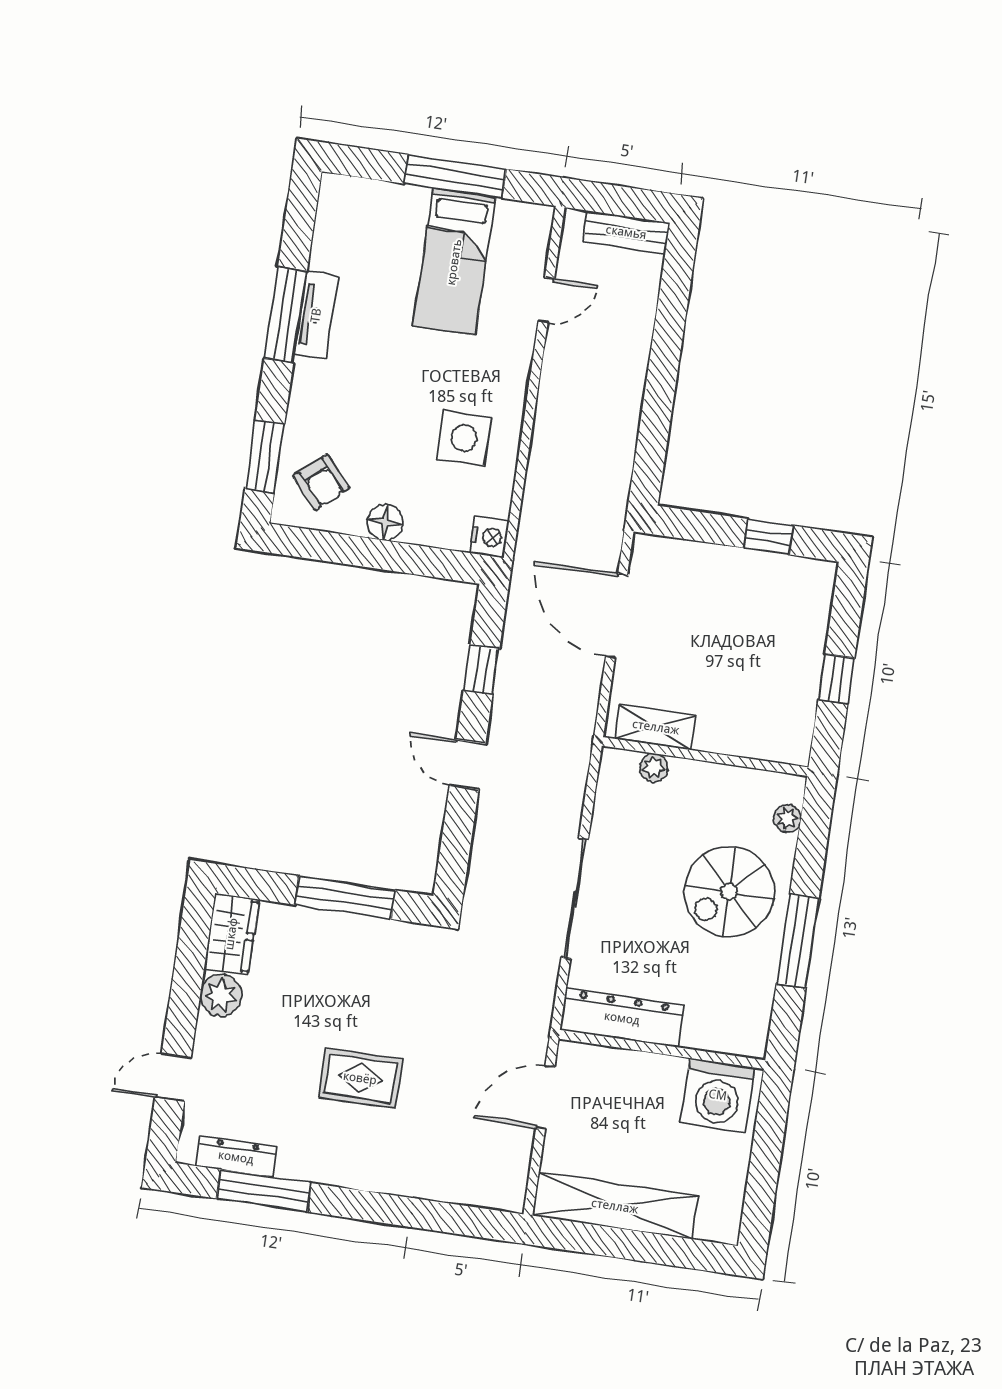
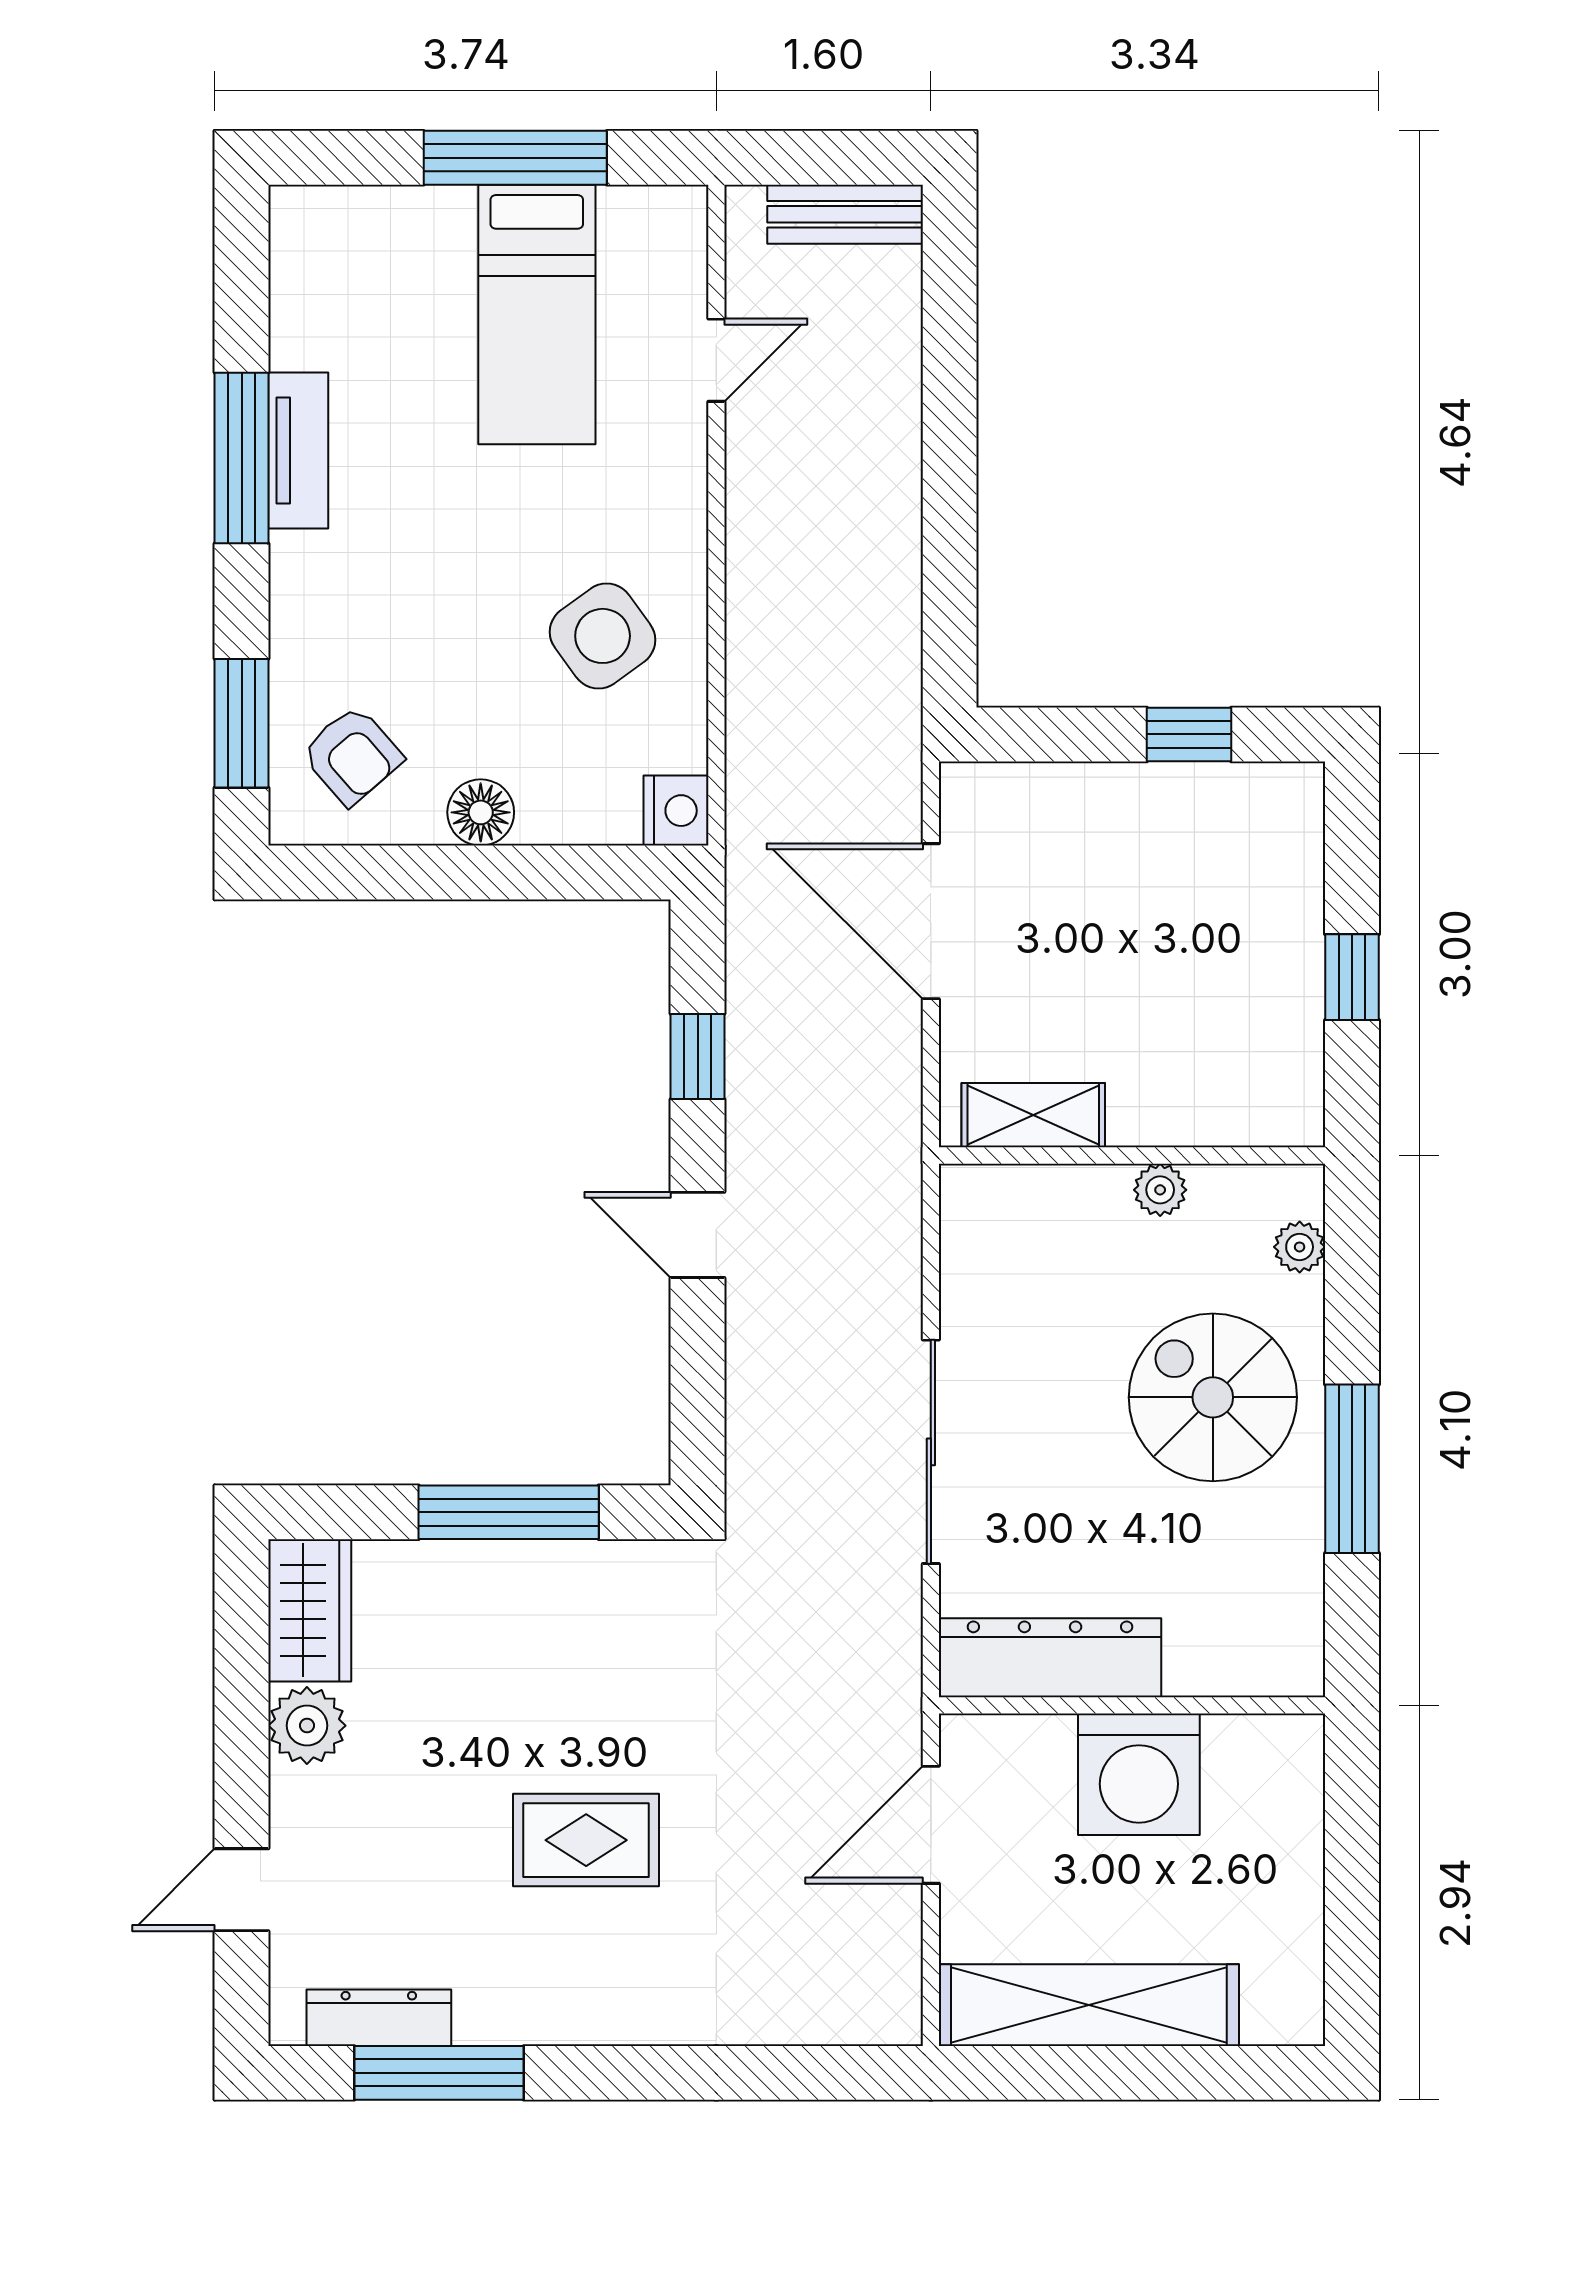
side table: (464, 438) -> (603, 636), turned -36
plant: (654, 768) -> (1160, 1190), moved
spiral stairs: (729, 892) -> (1213, 1397), turned 90
washing machine: (718, 1095) -> (1139, 1774), moved

